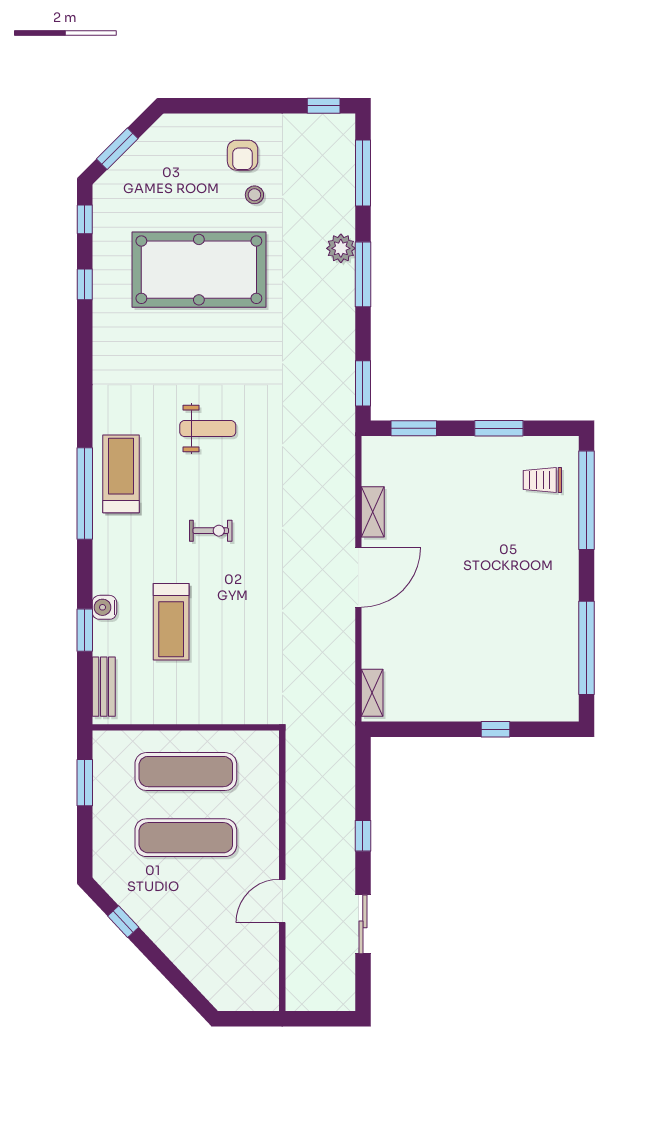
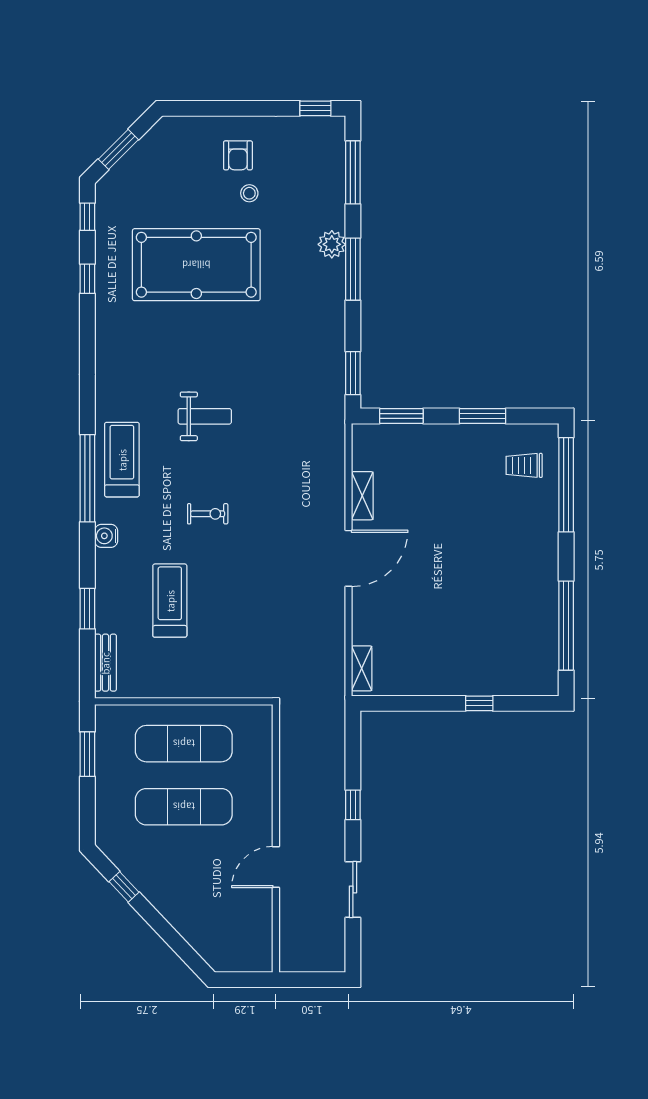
water cooler: (104, 607) -> (106, 536), moved
treadmill: (171, 622) -> (170, 601), turned 180

